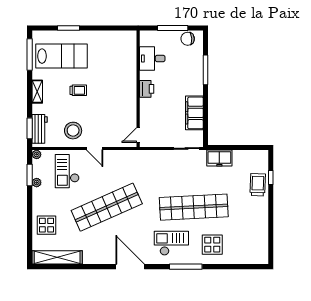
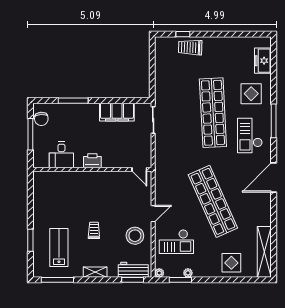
lab bench: (61, 56) -> (59, 247), width x0.73, depth x0.72
freezer: (219, 158) -> (263, 61), moved, turned 180

